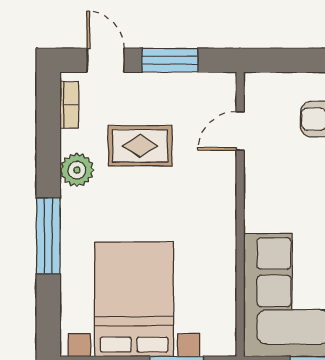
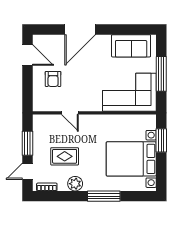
door: (240, 131) -> (70, 113), moved
rug: (140, 146) -> (65, 156), turned 90

